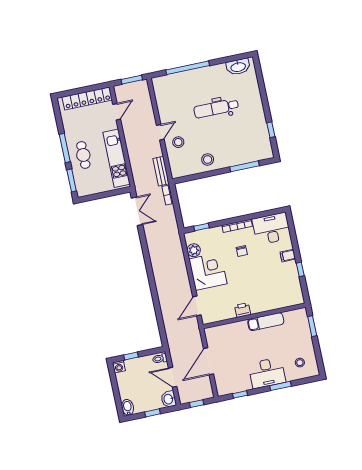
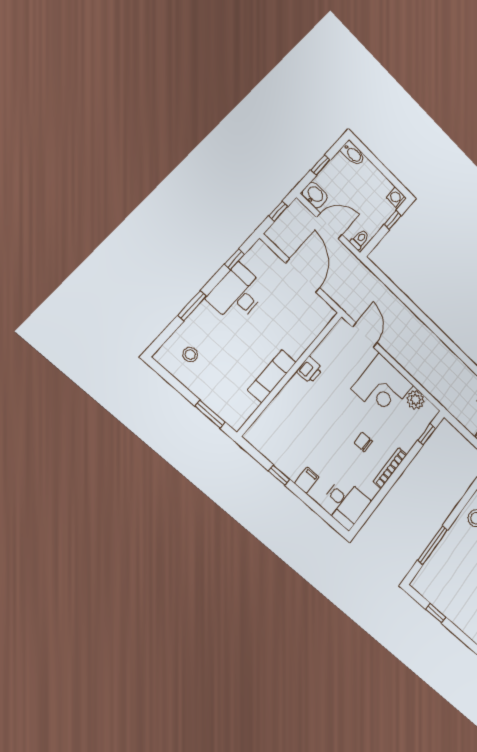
desk: (272, 229) -> (345, 503), width x0.73
desk: (267, 373) -> (237, 294), moved

